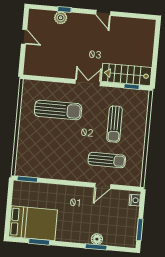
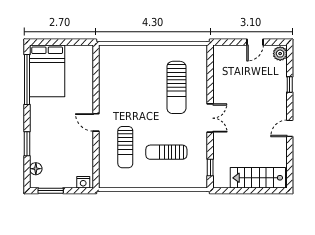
plant: (61, 18) -> (280, 54), moved
stairs: (127, 74) -> (258, 178), moved, turned -90
window: (27, 179) -> (96, 60), removed
door: (103, 186) -> (96, 122), moved
floor lamp: (97, 239) -> (36, 169), moved
window: (39, 242) -> (27, 79), width x2.11

